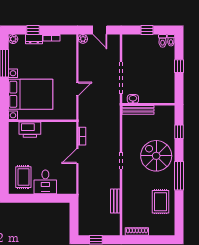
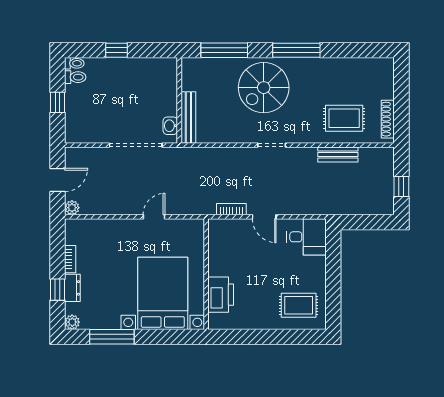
door: (77, 89) -> (154, 217), hinge flipped
window: (179, 132) -> (224, 50), width x2.17
desk: (45, 182) -> (306, 237), moved
rug: (160, 202) -> (344, 118), moved

